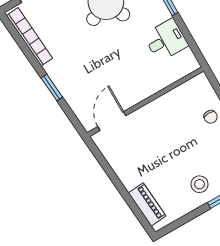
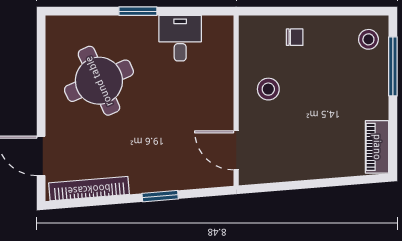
stool: (199, 184) -> (268, 89), moved
piano: (147, 204) -> (377, 147), moved, turned -85

